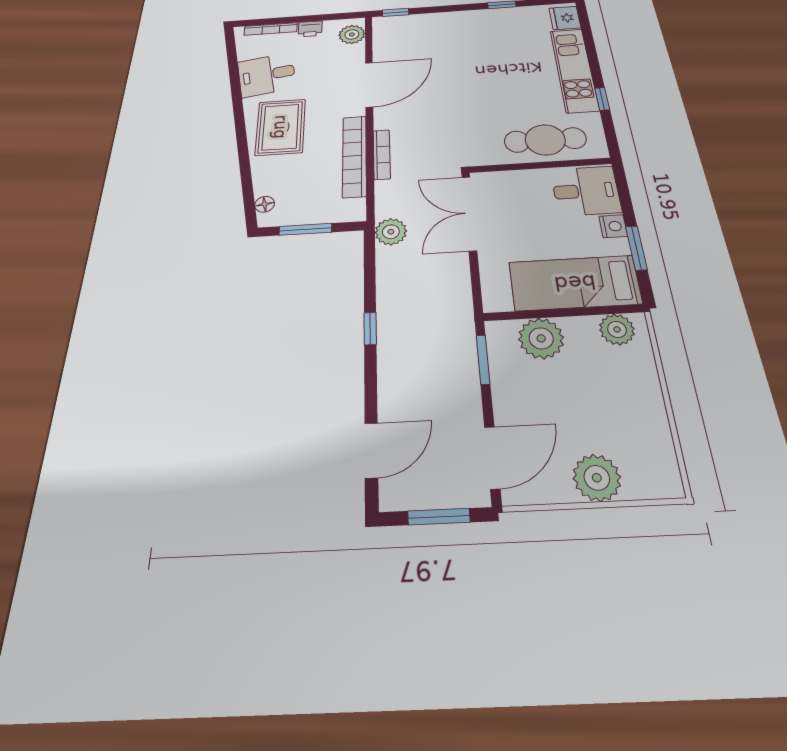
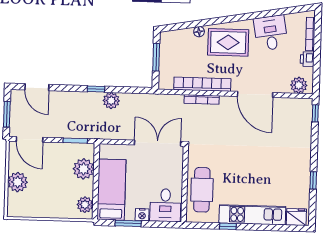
floor lamp: (265, 204) -> (199, 32), moved
plant: (391, 232) -> (111, 101), moved

